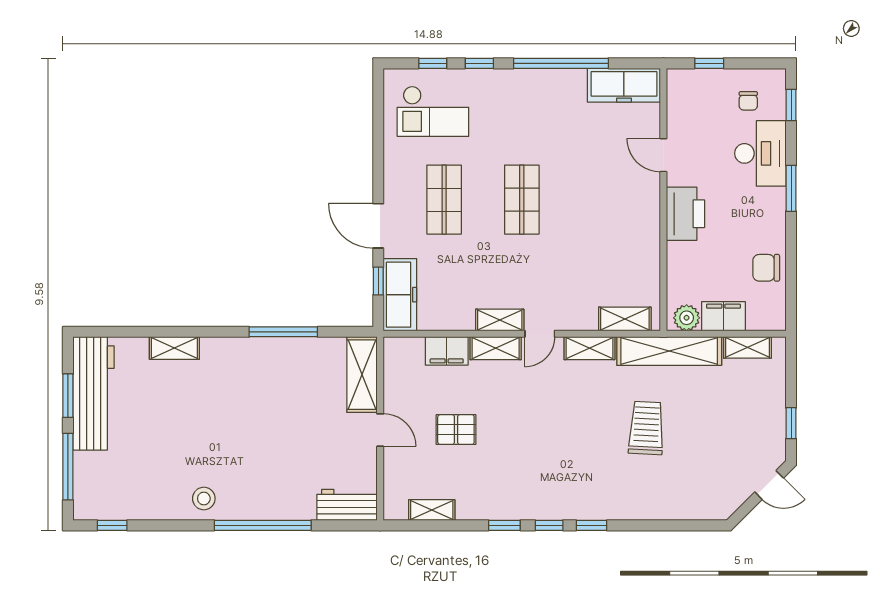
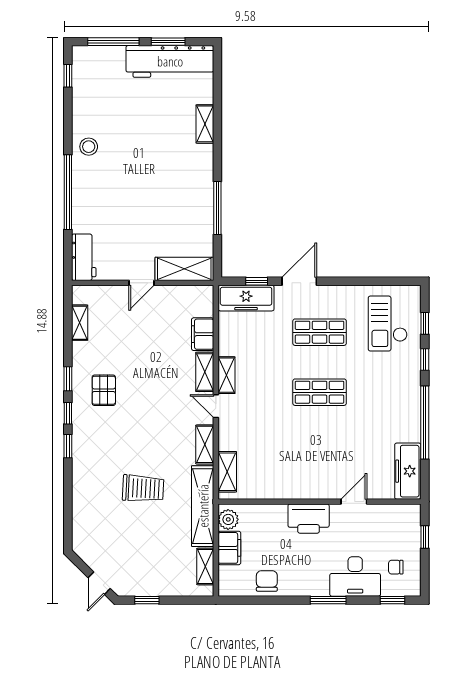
pallet: (456, 430) -> (104, 390), moved

